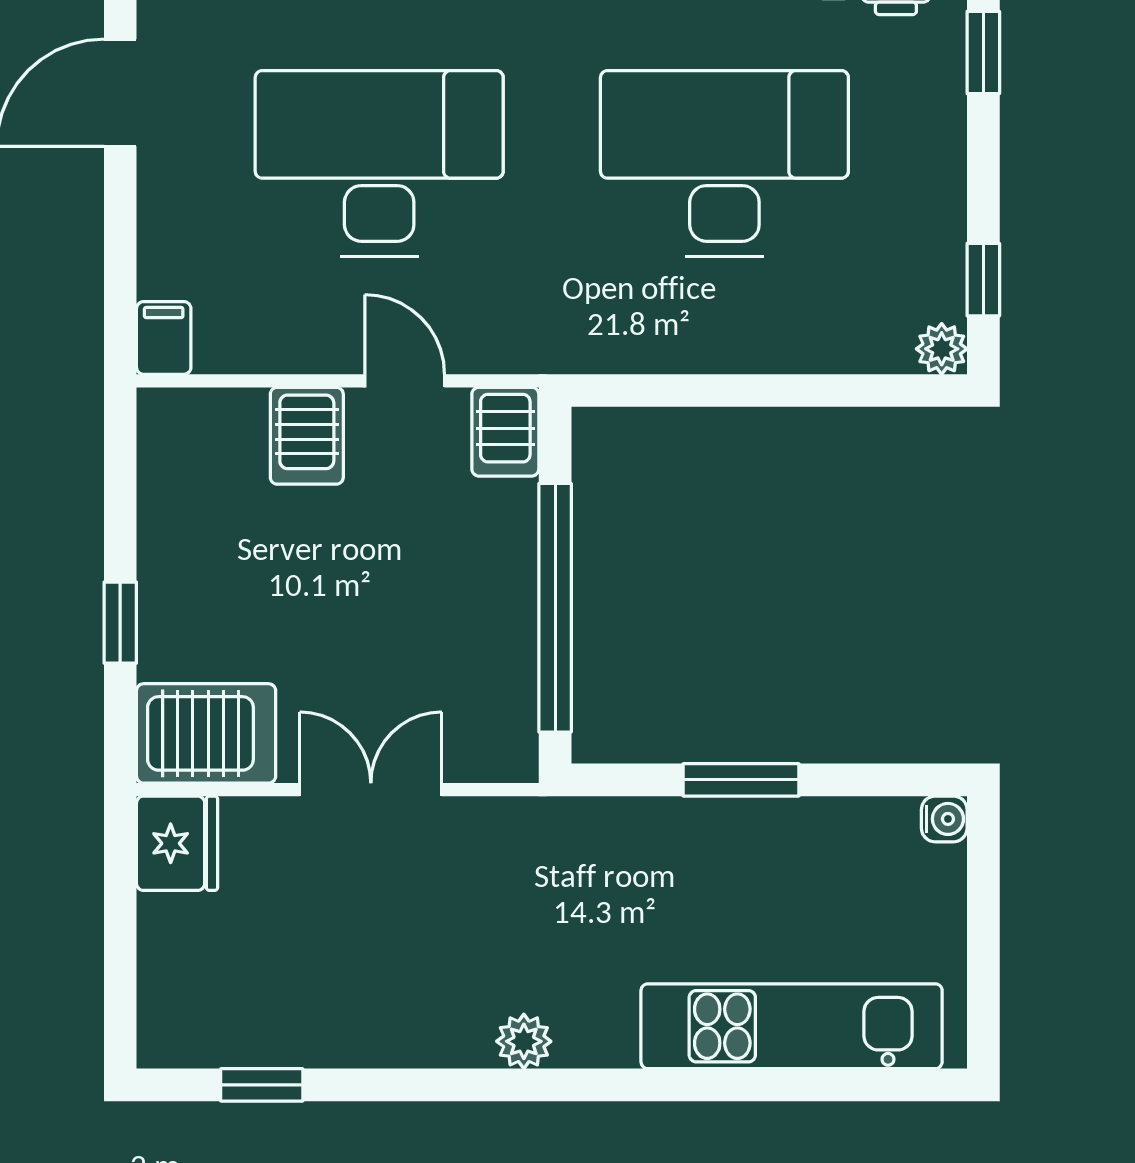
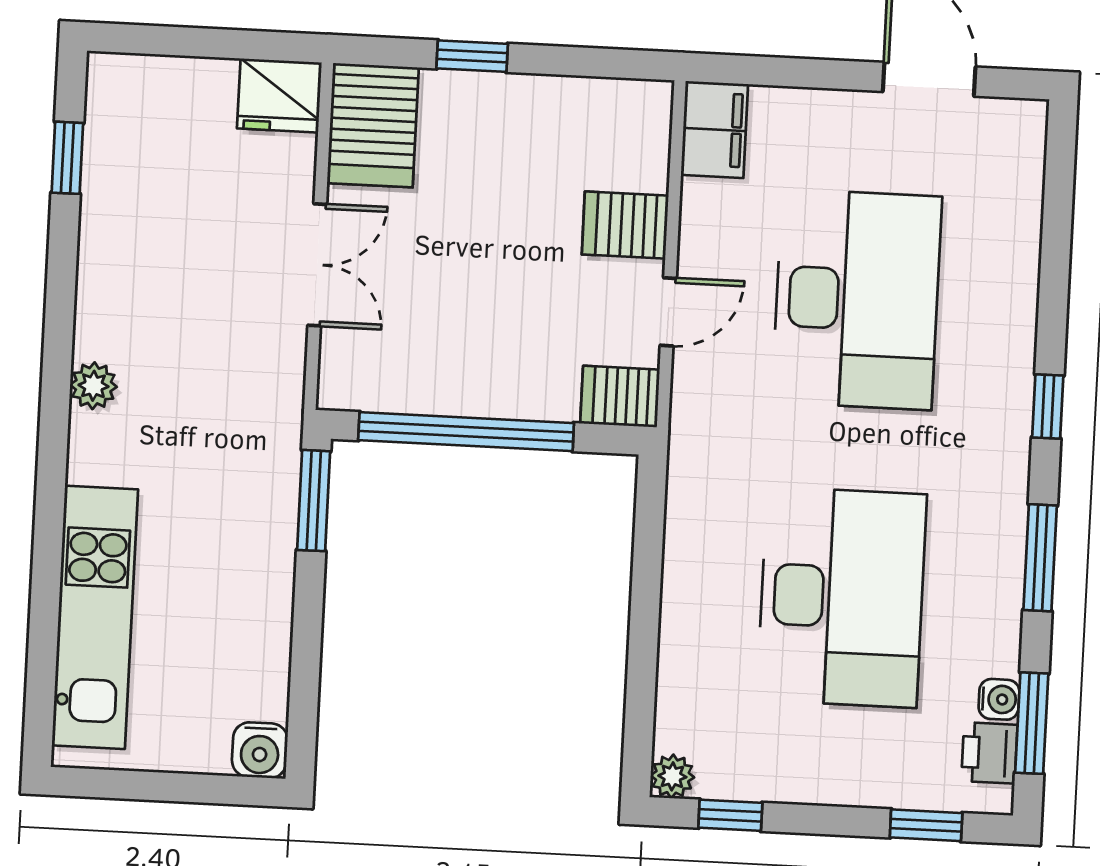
filing cabinet: (164, 338) -> (715, 129), width x2.00
window: (741, 780) -> (314, 501), moved
water cooler: (944, 819) -> (260, 750), width x1.38, depth x1.38

